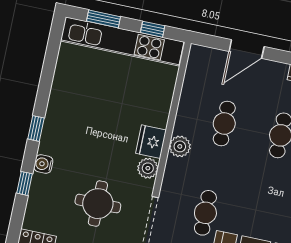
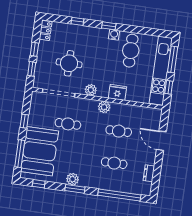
window: (104, 19) -> (173, 59), width x1.44
cafe table: (83, 92) -> (131, 51), added
fridge: (151, 142) -> (117, 92), moved
water cooler: (43, 164) -> (114, 35), moved

